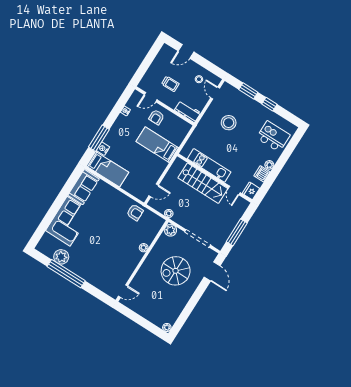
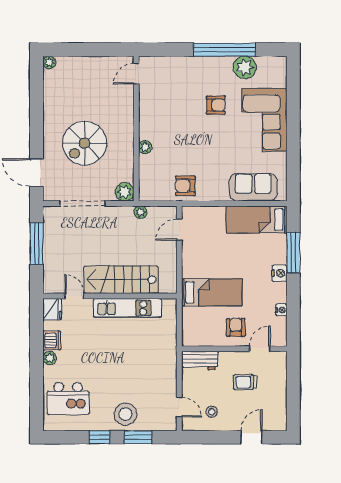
stool: (229, 123) -> (125, 414), moved
nightstand: (103, 149) -> (279, 273), moved
sofa: (84, 187) -> (253, 187), moved, turned 90
armchair: (90, 246) -> (216, 105), added
spiral stairs: (176, 271) -> (85, 143), turned 180

